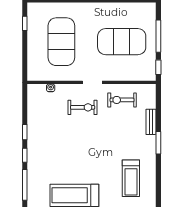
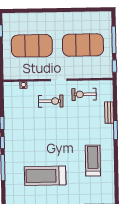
exercise mat: (61, 42) -> (32, 46), turned 90
treadmill: (131, 178) -> (93, 160), turned 180

